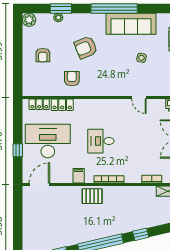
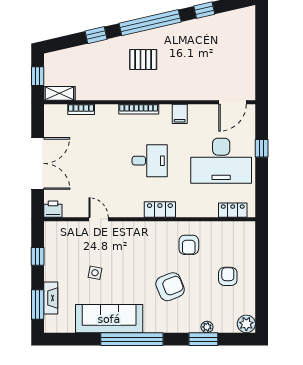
locker: (62, 105) -> (160, 209), moved
pallet: (92, 196) -> (143, 60), moved

